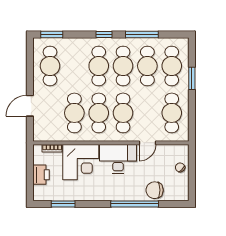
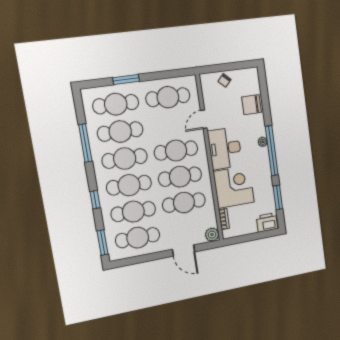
window: (104, 35) -> (95, 200), moved
cafe table: (74, 66) -> (133, 212), added
plant: (40, 135) -> (212, 235), added
door: (147, 143) -> (204, 119), swing flipped
printer: (41, 175) -> (267, 222), moved
chair: (155, 190) -> (252, 105), turned 90
plant: (118, 196) -> (263, 142), added
window: (135, 204) -> (272, 151), moved

